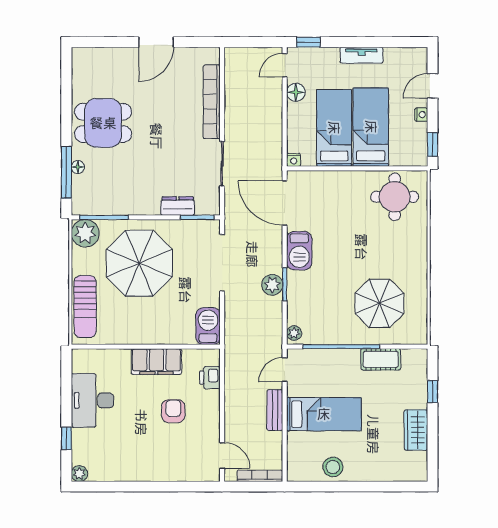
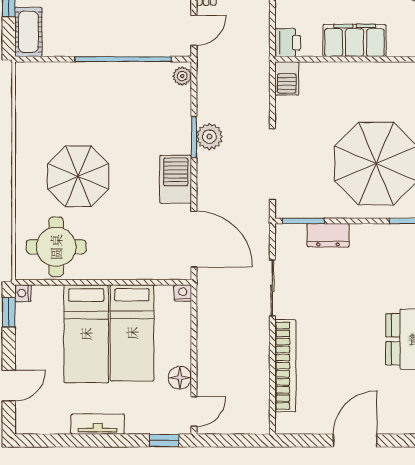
nightstand: (421, 115) -> (23, 293), moved
parasol: (379, 303) -> (78, 176), moved
barbecue: (208, 326) -> (287, 78), width x0.73, depth x0.79
cot: (381, 359) -> (28, 32), moved, turned 90
printer: (210, 378) -> (288, 43), moved

